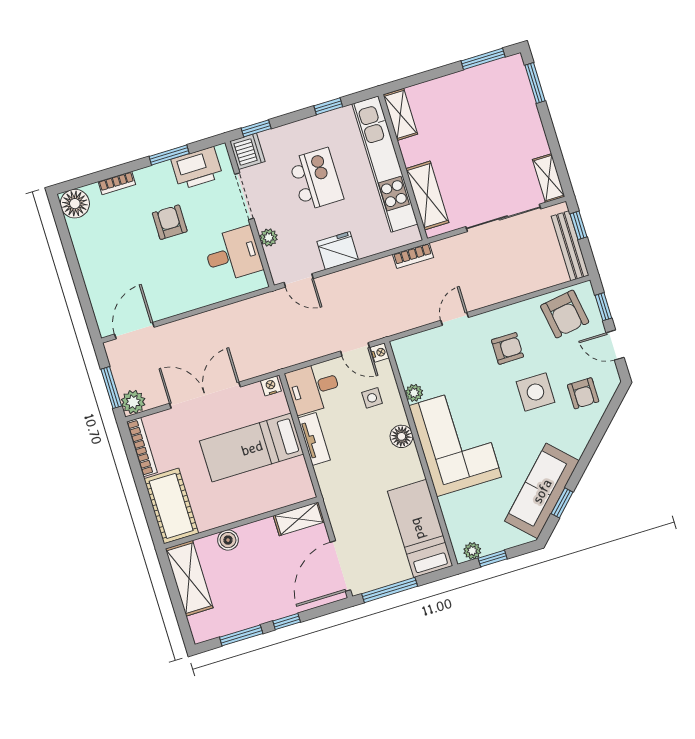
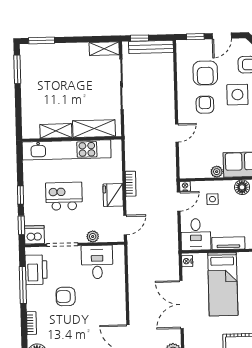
window: (328, 106) -> (21, 195), moved
shelving: (400, 114) -> (56, 131), moved
window: (169, 155) -> (23, 285), width x1.44
bookcase: (413, 256) -> (131, 184), moved
armchair: (565, 314) -> (205, 73), moved, turned 99
door: (455, 319) -> (177, 133), swing flipped

